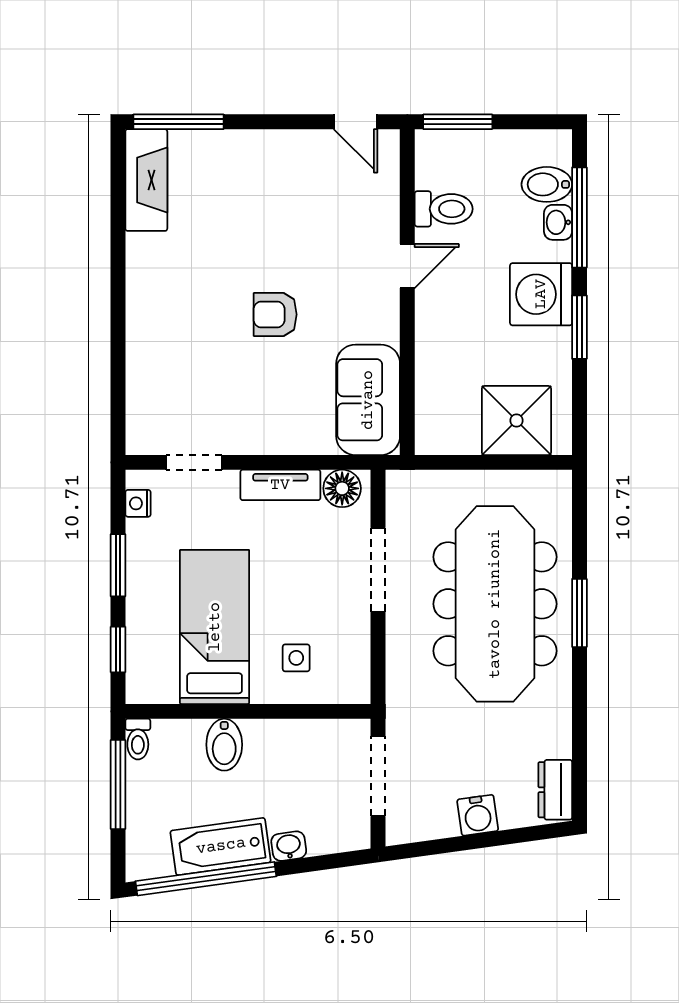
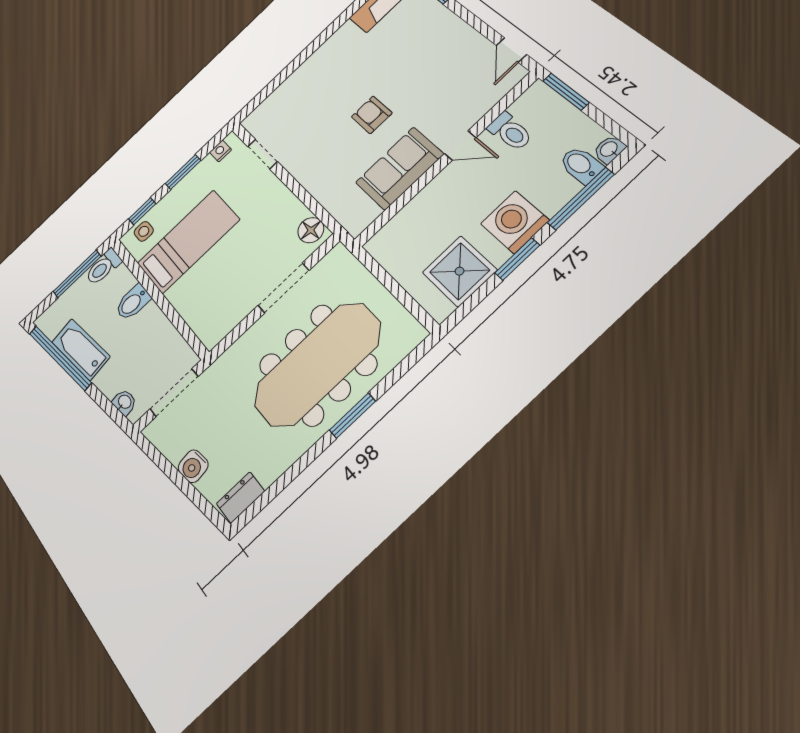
washbasin: (558, 222) -> (609, 149), moved
sofa: (368, 400) -> (399, 168), moved
shower: (516, 421) -> (459, 271), moved
tv unit: (280, 485) -> (286, 201), removed
side table: (296, 658) -> (144, 231), moved
toilet: (138, 739) -> (103, 267), width x1.37, depth x1.39
washbasin: (289, 846) -> (124, 402), moved

